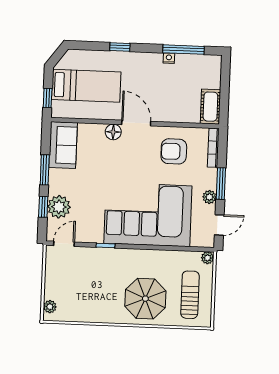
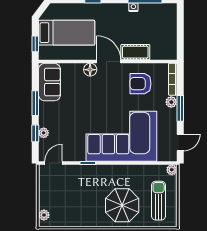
cot: (210, 107) -> (135, 52), moved, turned 90
plant: (209, 197) -> (171, 102), moved
plant: (59, 207) -> (44, 133), width x0.53, depth x0.53

